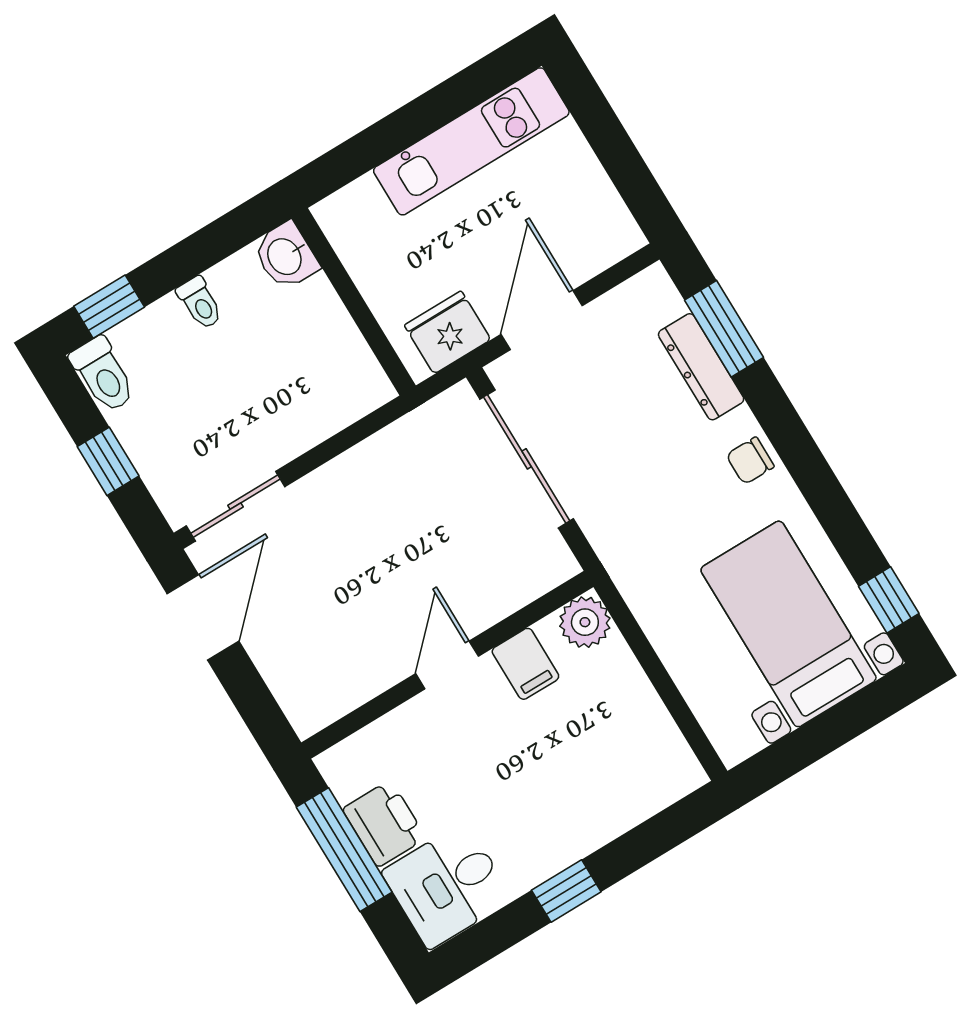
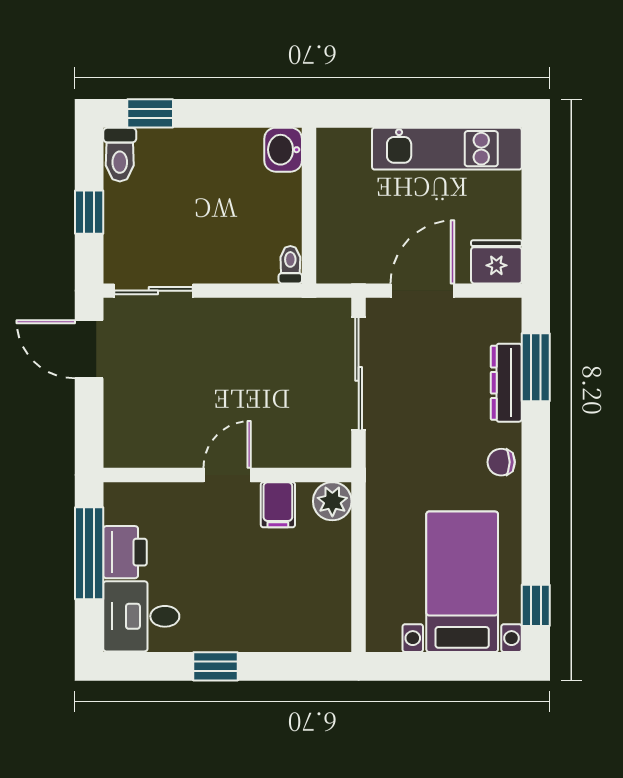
toilet: (200, 303) -> (290, 265), moved, turned 180
fridge: (448, 332) -> (496, 262), moved
door: (203, 617) -> (89, 349), swing flipped

